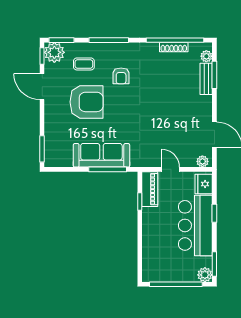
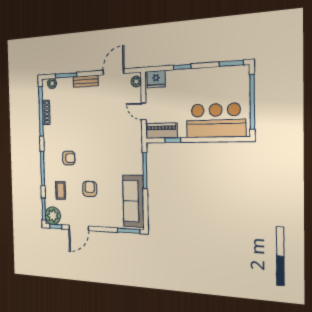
bench: (206, 79) -> (86, 81), moved
armchair: (87, 102) -> (90, 189), width x0.53, depth x0.53
sofa: (101, 155) -> (133, 201), moved
door: (171, 169) -> (144, 111), hinge flipped
bar counter: (195, 225) -> (216, 120), moved, turned 180
plant: (205, 275) -> (242, 72), removed

